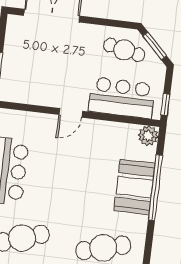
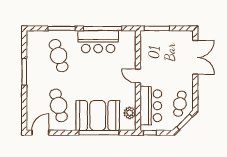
plant: (148, 136) -> (130, 113), moved
booth: (134, 187) -> (98, 115), width x1.36, depth x1.42

